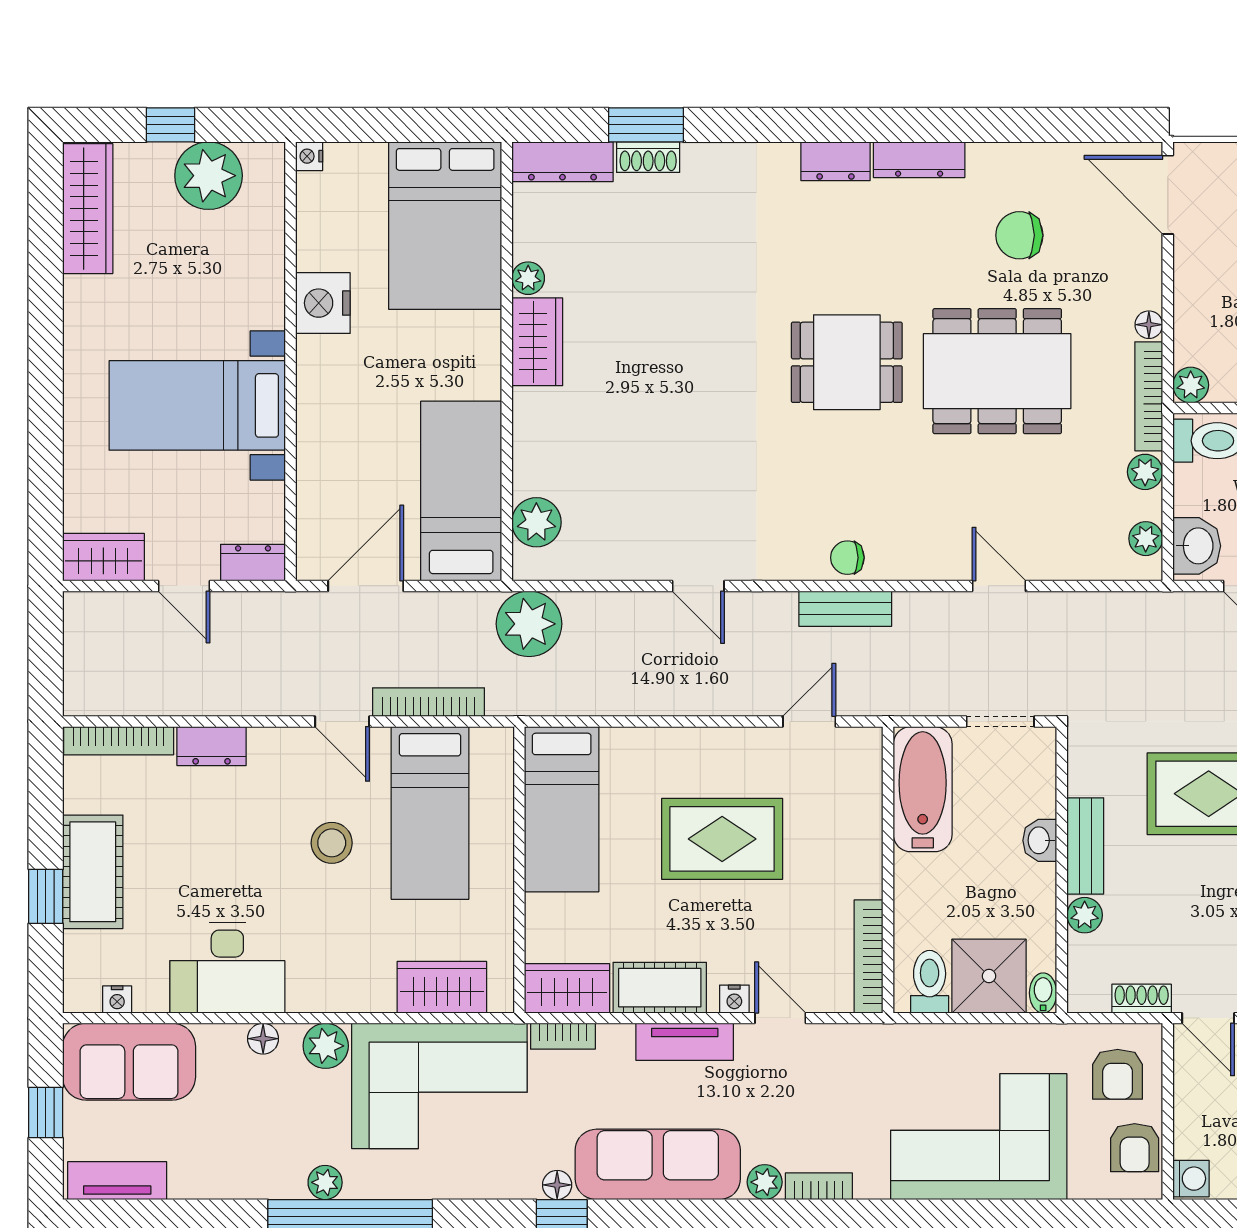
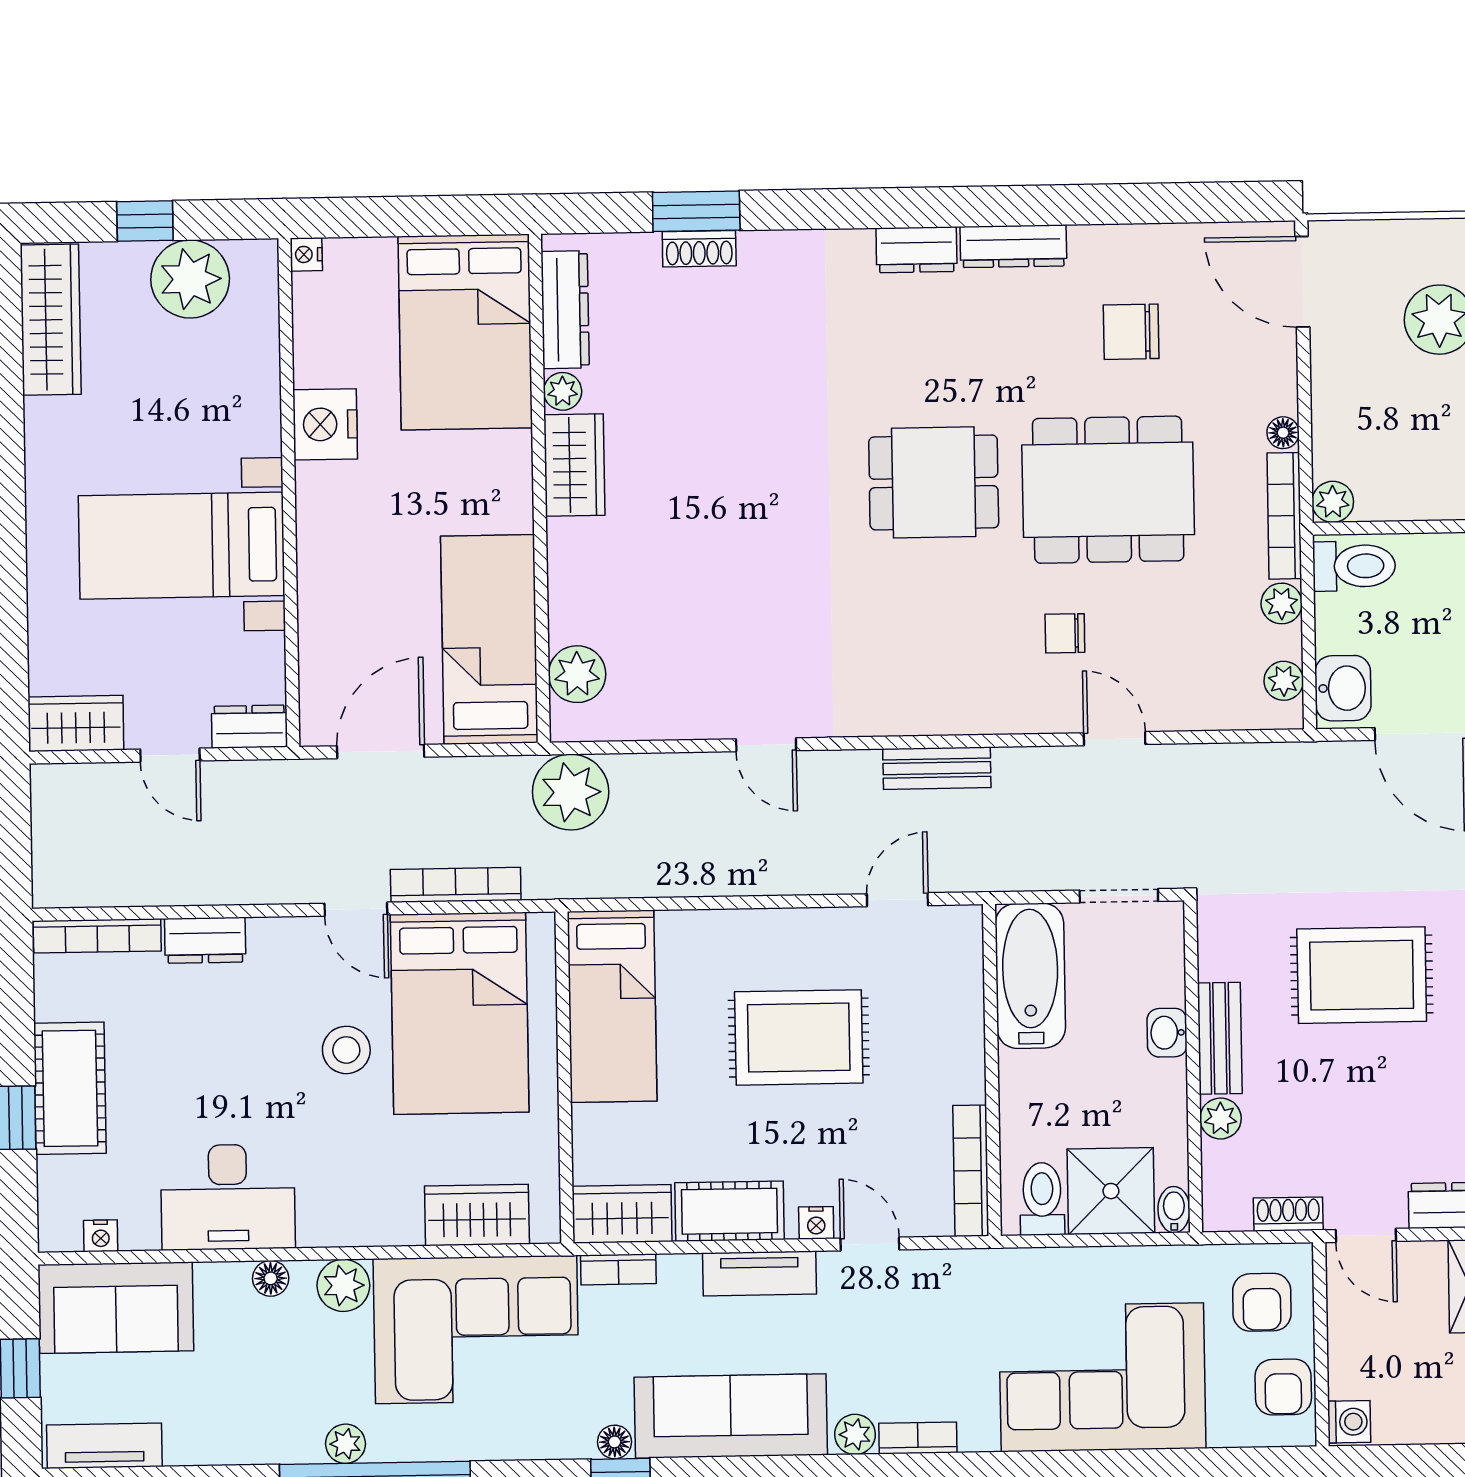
dresser: (562, 162) -> (565, 310), moved, turned -90
chair: (847, 558) -> (1065, 633), moved
bed: (430, 813) -> (460, 1013), width x1.50

